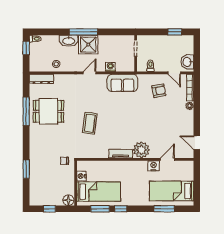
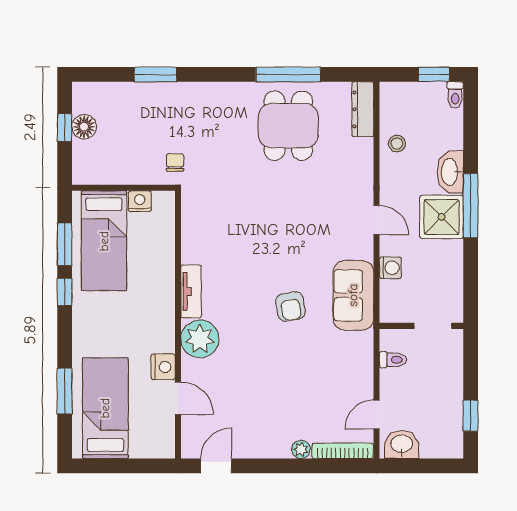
armchair: (159, 91) -> (291, 306), moved
coffee table: (90, 123) -> (261, 220), removed
floor lamp: (68, 200) -> (84, 127), moved

